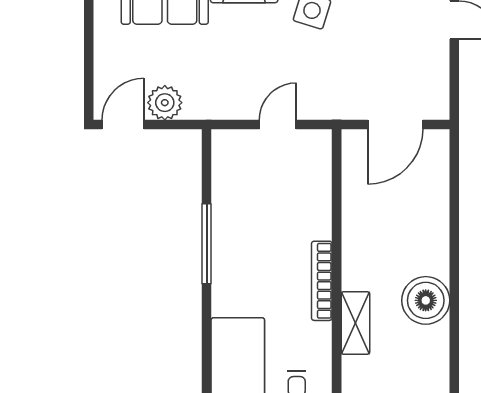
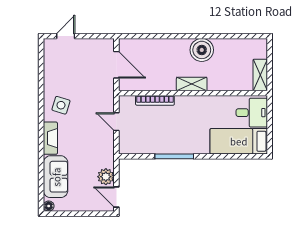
bookcase: (322, 281) -> (155, 100), moved
shelving: (355, 323) -> (192, 84), moved

